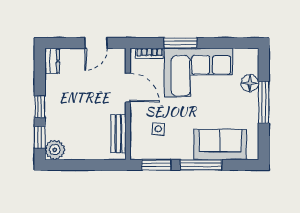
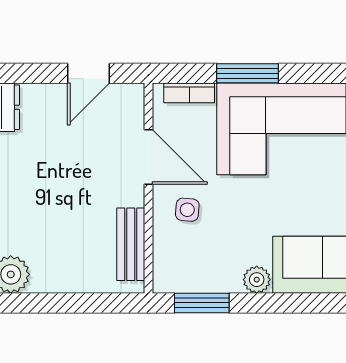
side table: (158, 129) -> (187, 210), moved
plant: (185, 153) -> (257, 280), added
window: (201, 165) -> (286, 303), removed

